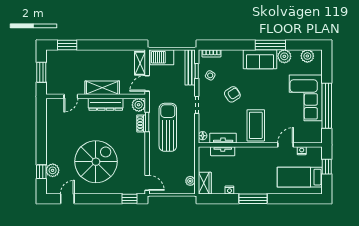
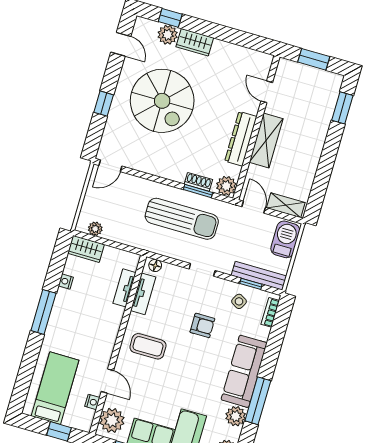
sofa: (260, 59) -> (244, 371), width x1.36
armchair: (232, 94) -> (202, 325), turned -58
coffee table: (256, 125) -> (148, 346), width x0.73, depth x0.76
plant: (310, 135) -> (112, 420), added
wardrobe: (52, 152) -> (195, 42), added
window: (130, 199) -> (104, 104), moved

